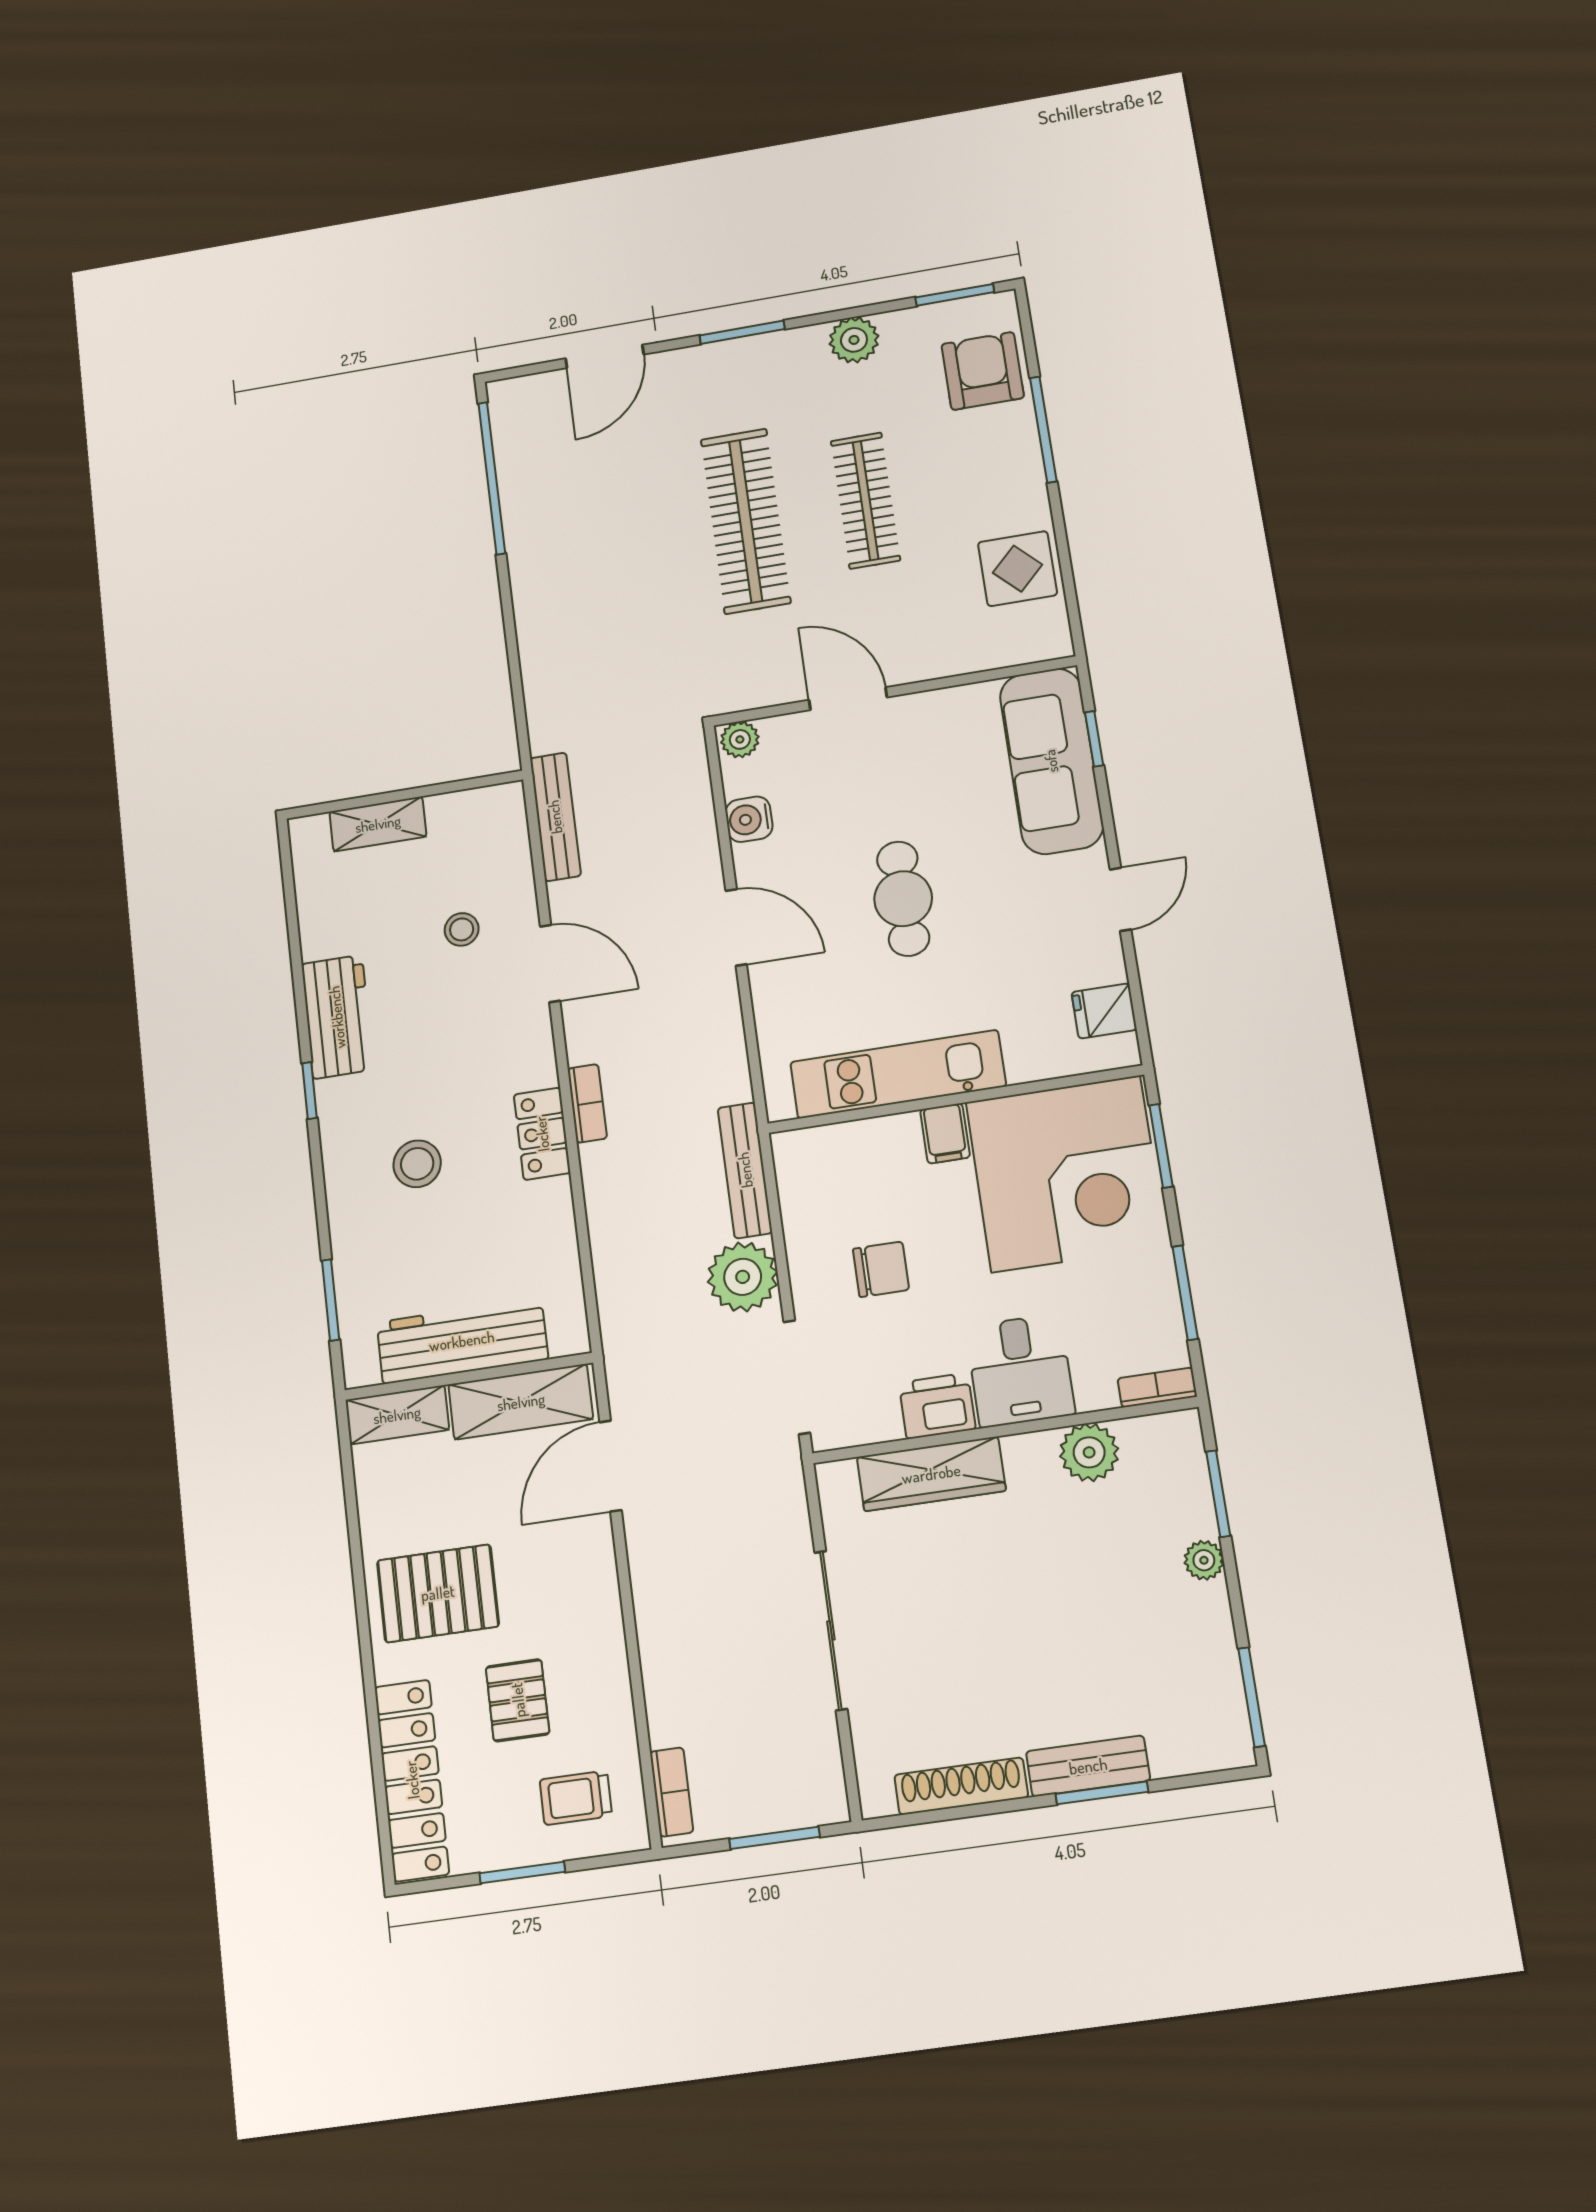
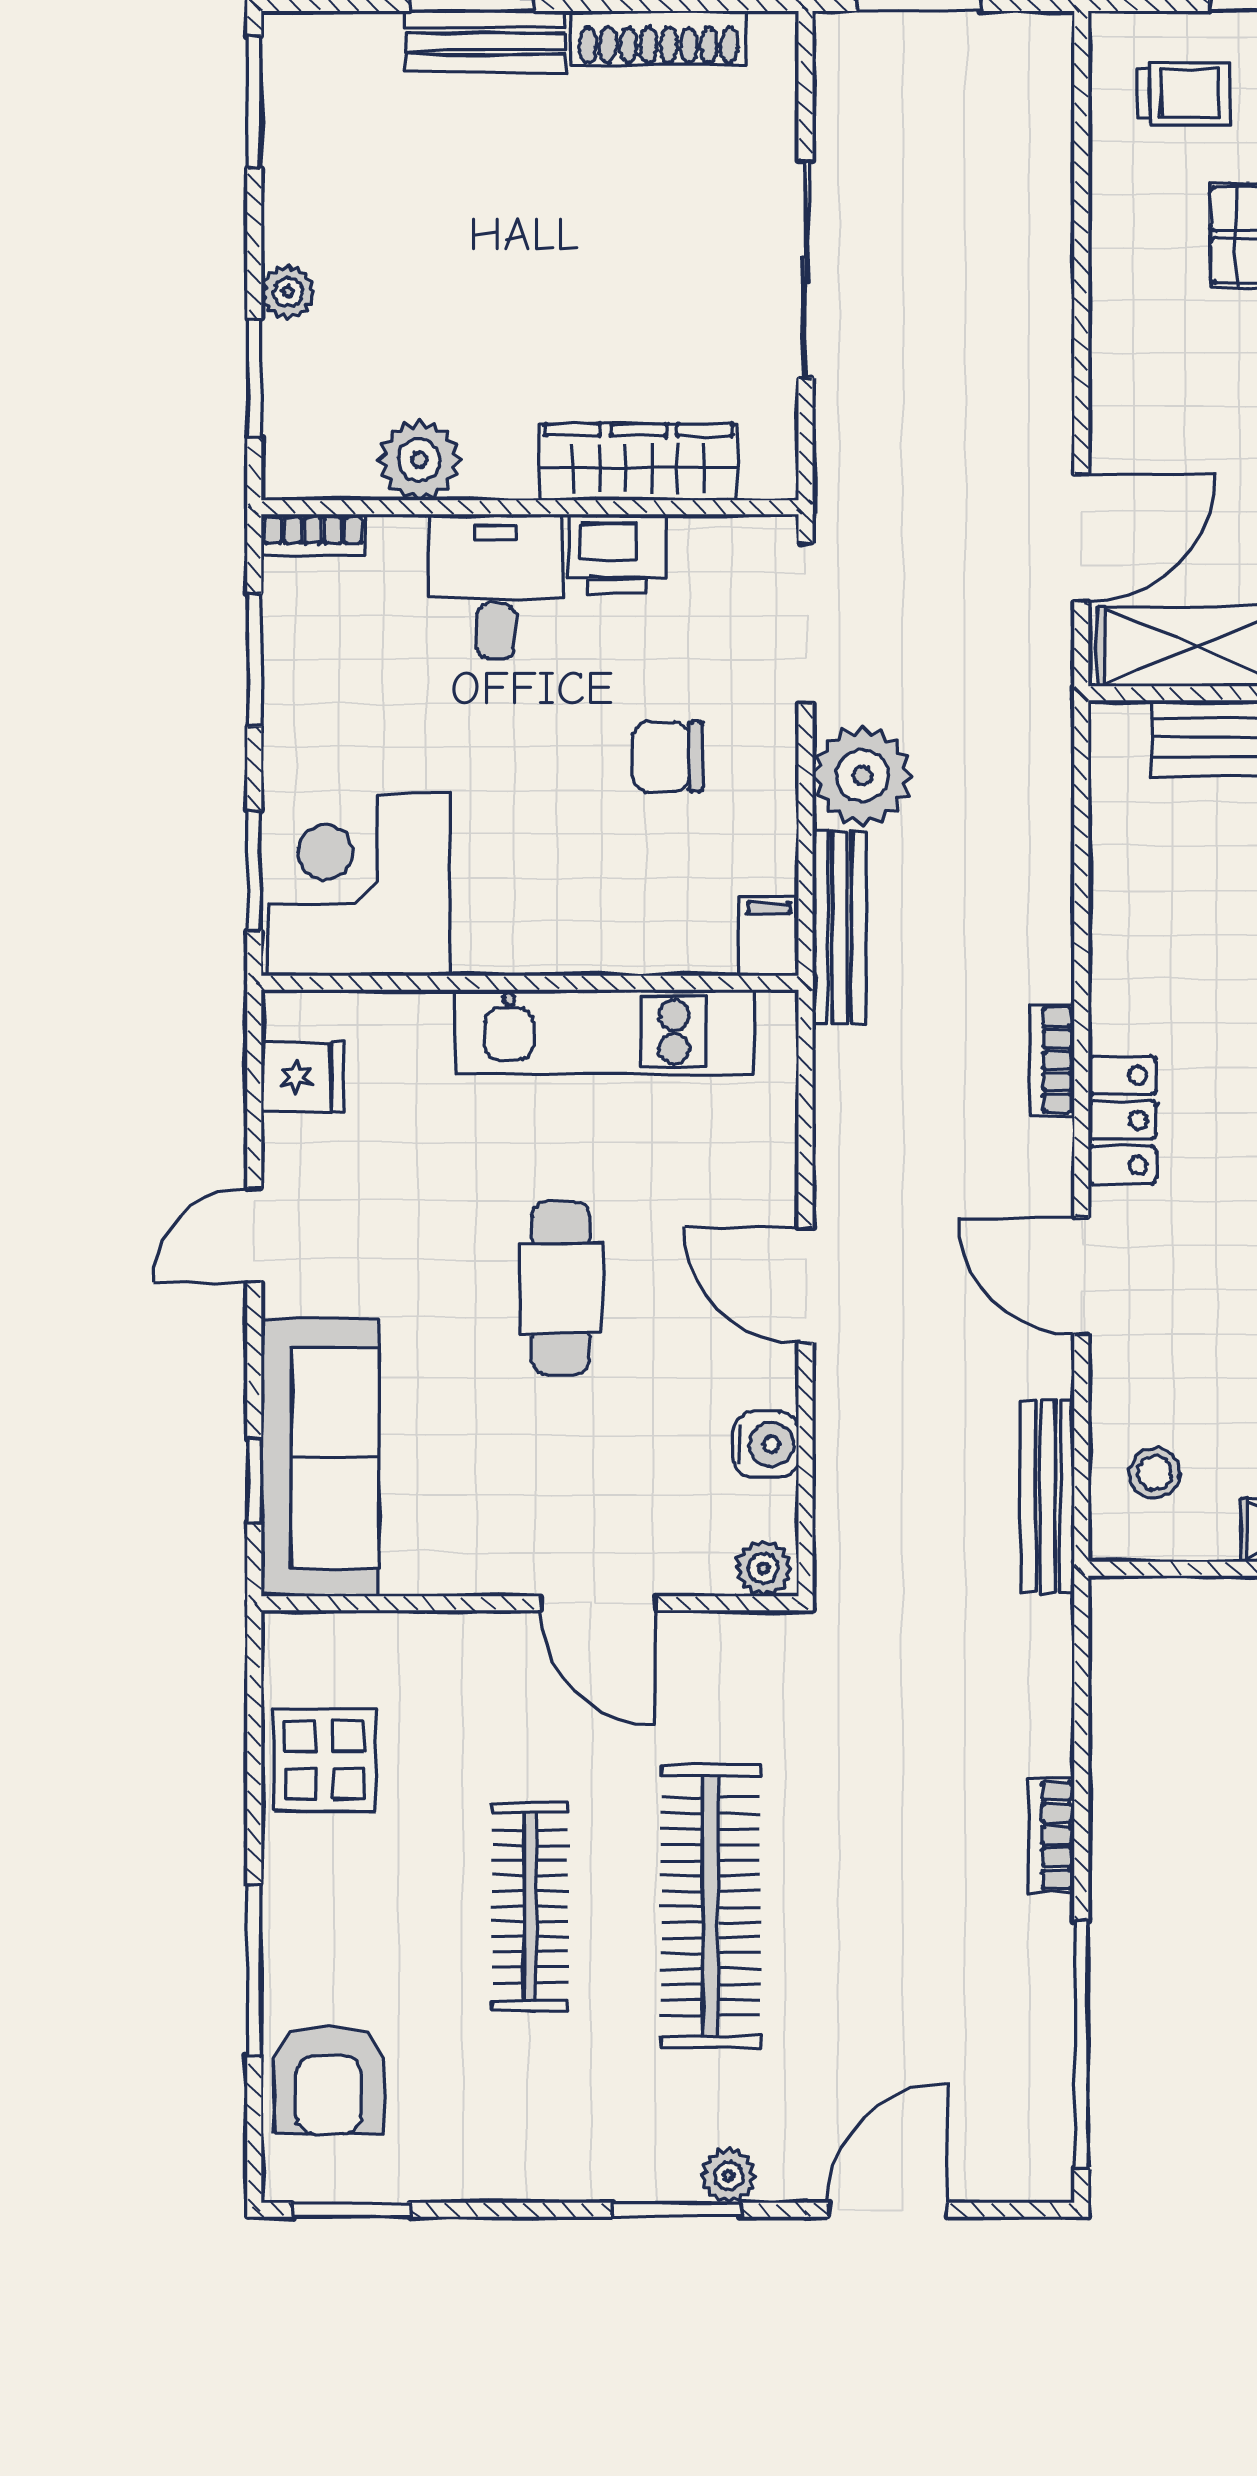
plant: (854, 340) -> (729, 2176), moved, width x0.73, depth x0.73
stool: (462, 929) -> (1155, 1473), moved
filing cabinet: (945, 1133) -> (769, 936), moved
locker: (542, 1134) -> (1122, 1120), moved
corner desk: (1066, 1174) -> (359, 885), width x0.74, depth x0.74
bookcase: (672, 1792) -> (1051, 1835), moved

